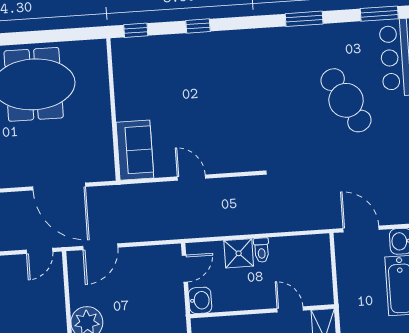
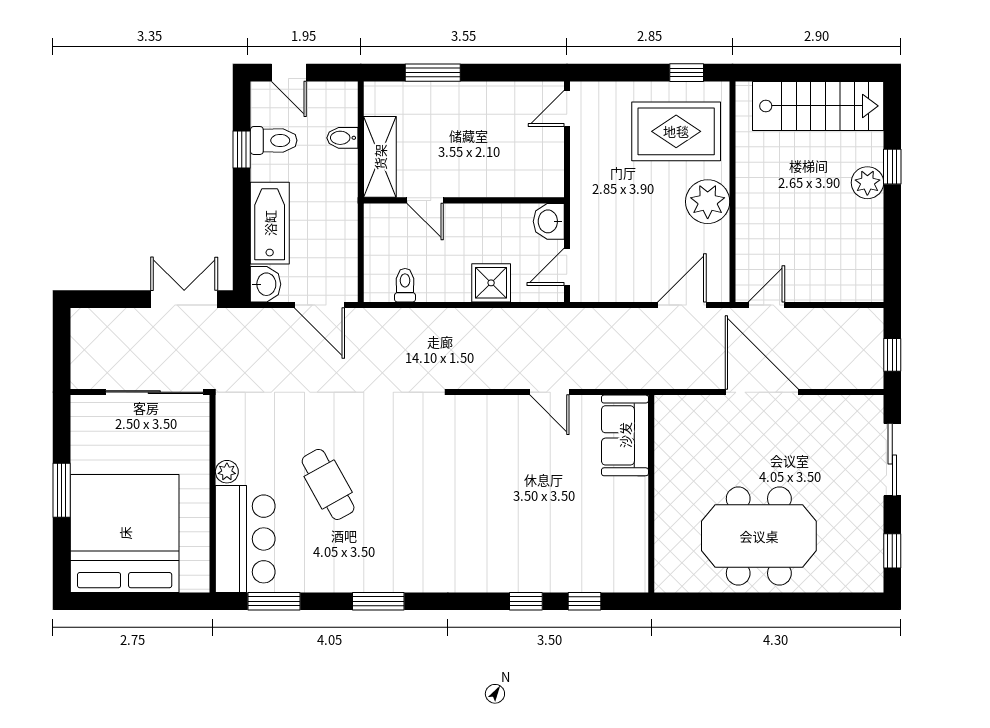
window: (136, 30) -> (584, 601), moved
cafe table: (346, 100) -> (328, 484), width x0.73, depth x0.74
door: (59, 187) -> (762, 392), moved
toilet: (261, 250) -> (405, 285), moved

